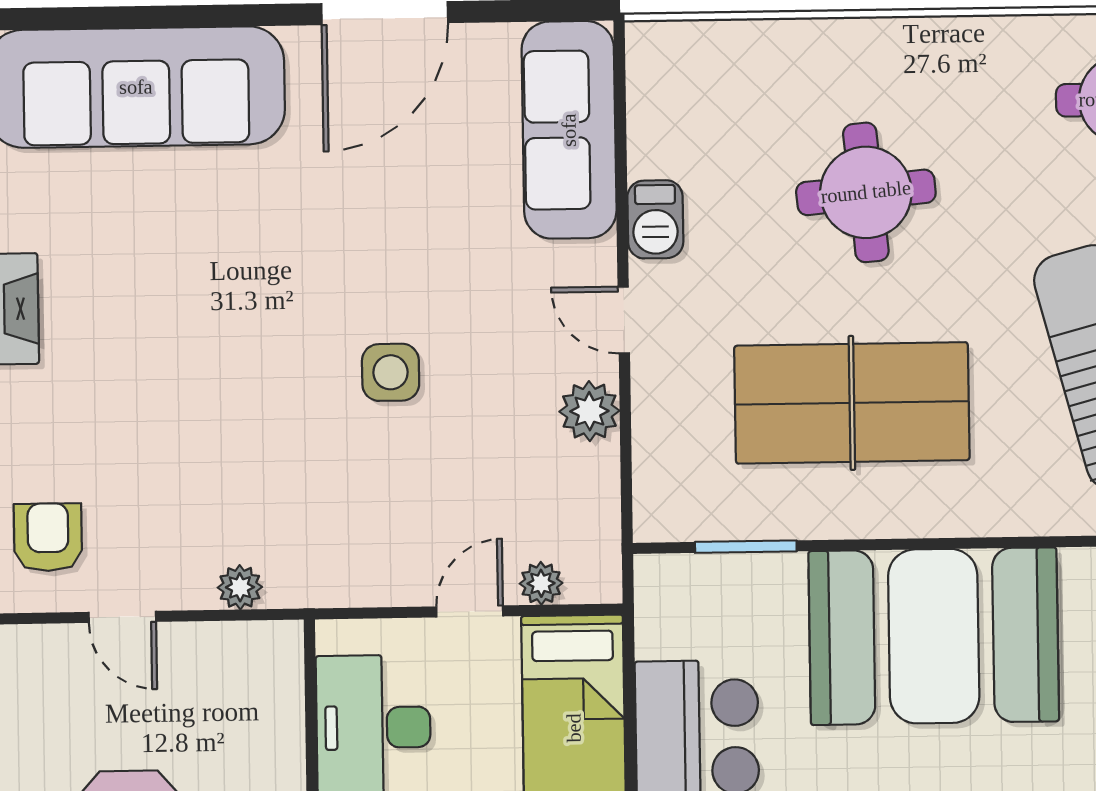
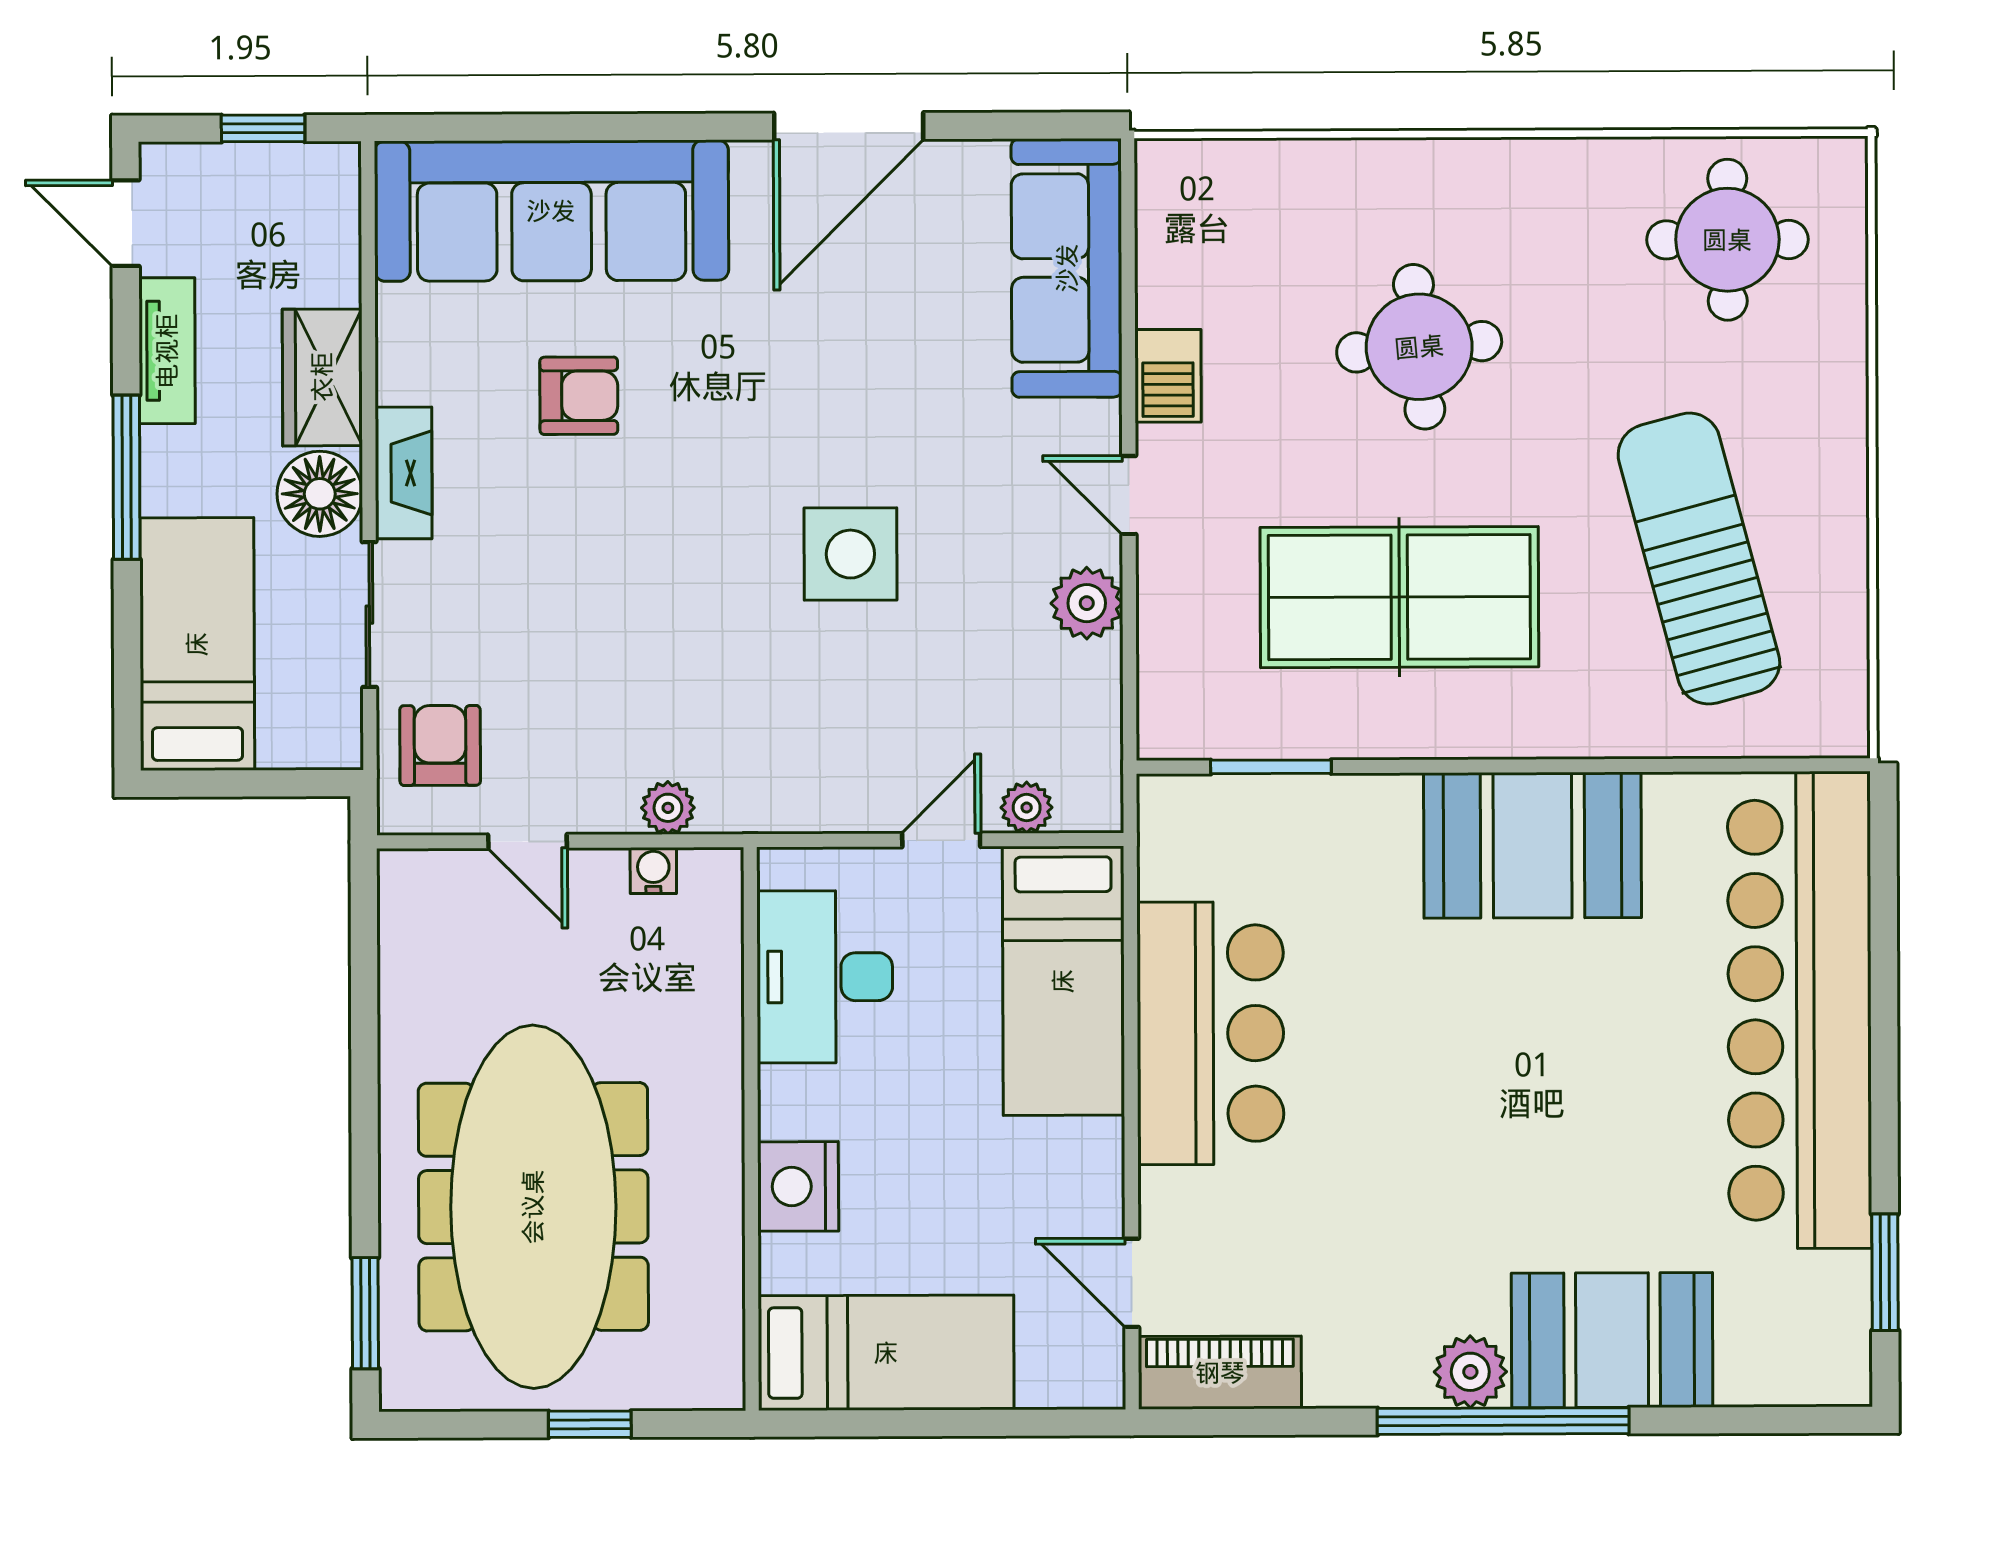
armchair: (161, 242) -> (579, 396), added
side table: (391, 372) -> (850, 554), width x1.37, depth x1.37
booth: (934, 636) -> (1532, 845), width x0.73, depth x0.70
water cooler: (228, 640) -> (653, 871), added

